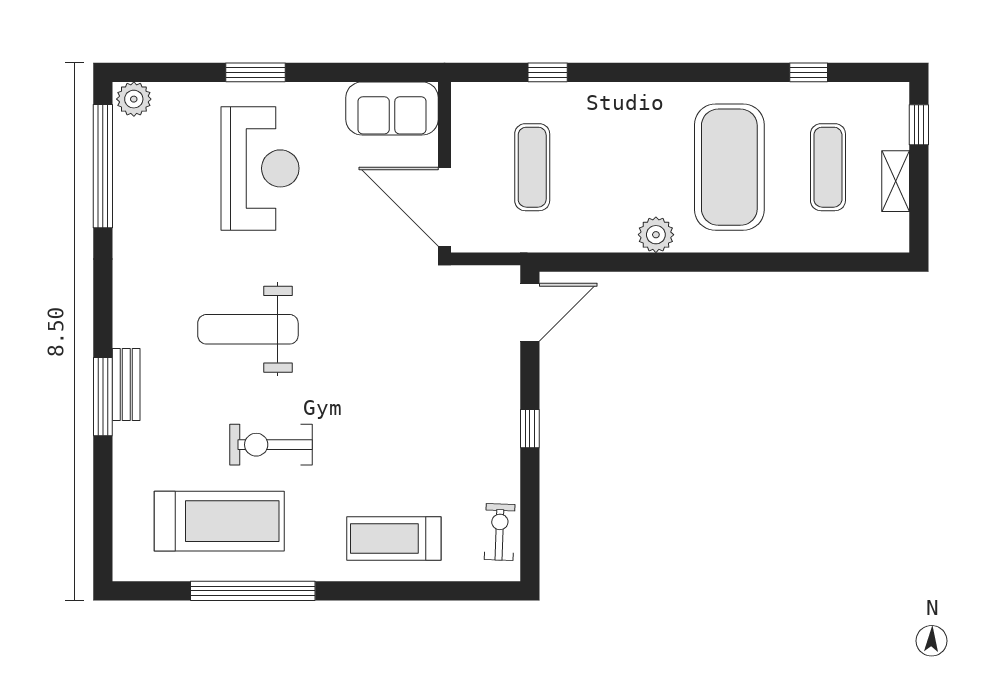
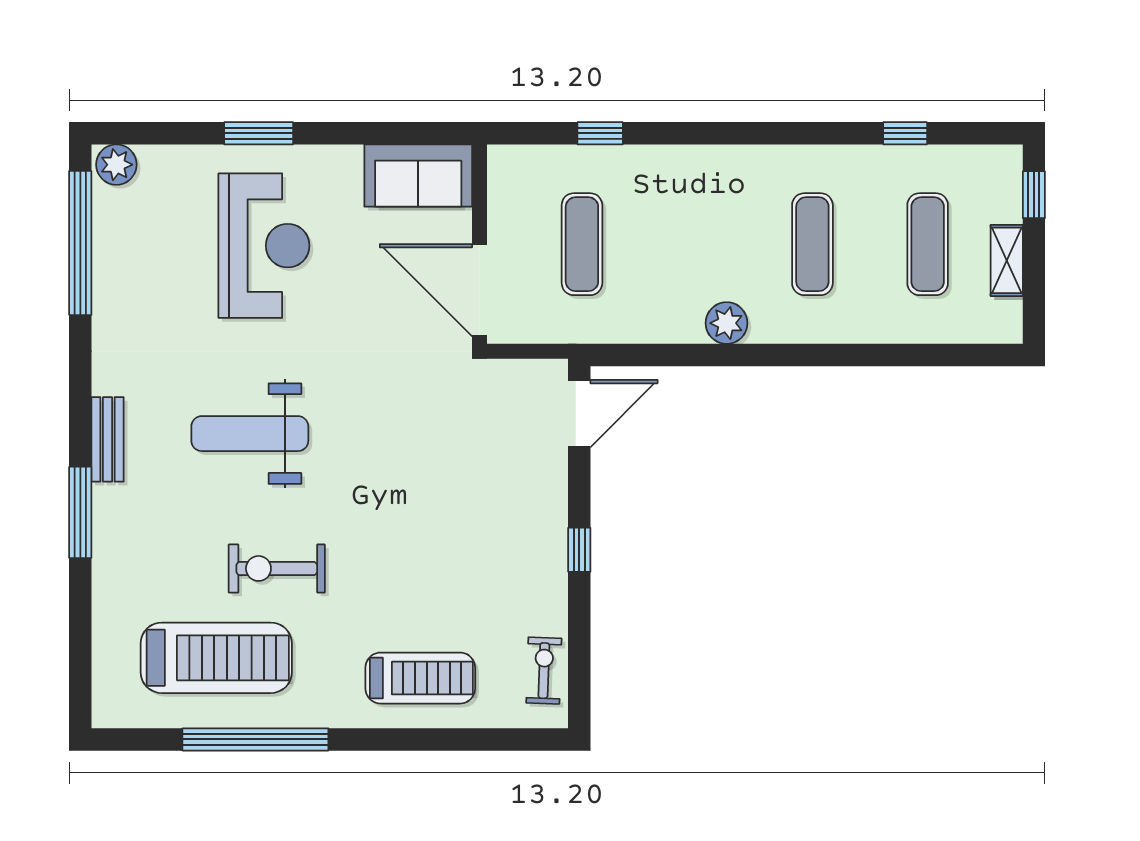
exercise mat: (729, 167) -> (812, 244), width x0.50, depth x0.69
bench: (126, 384) -> (107, 439), moved
treadmill: (394, 538) -> (420, 678), turned 180

